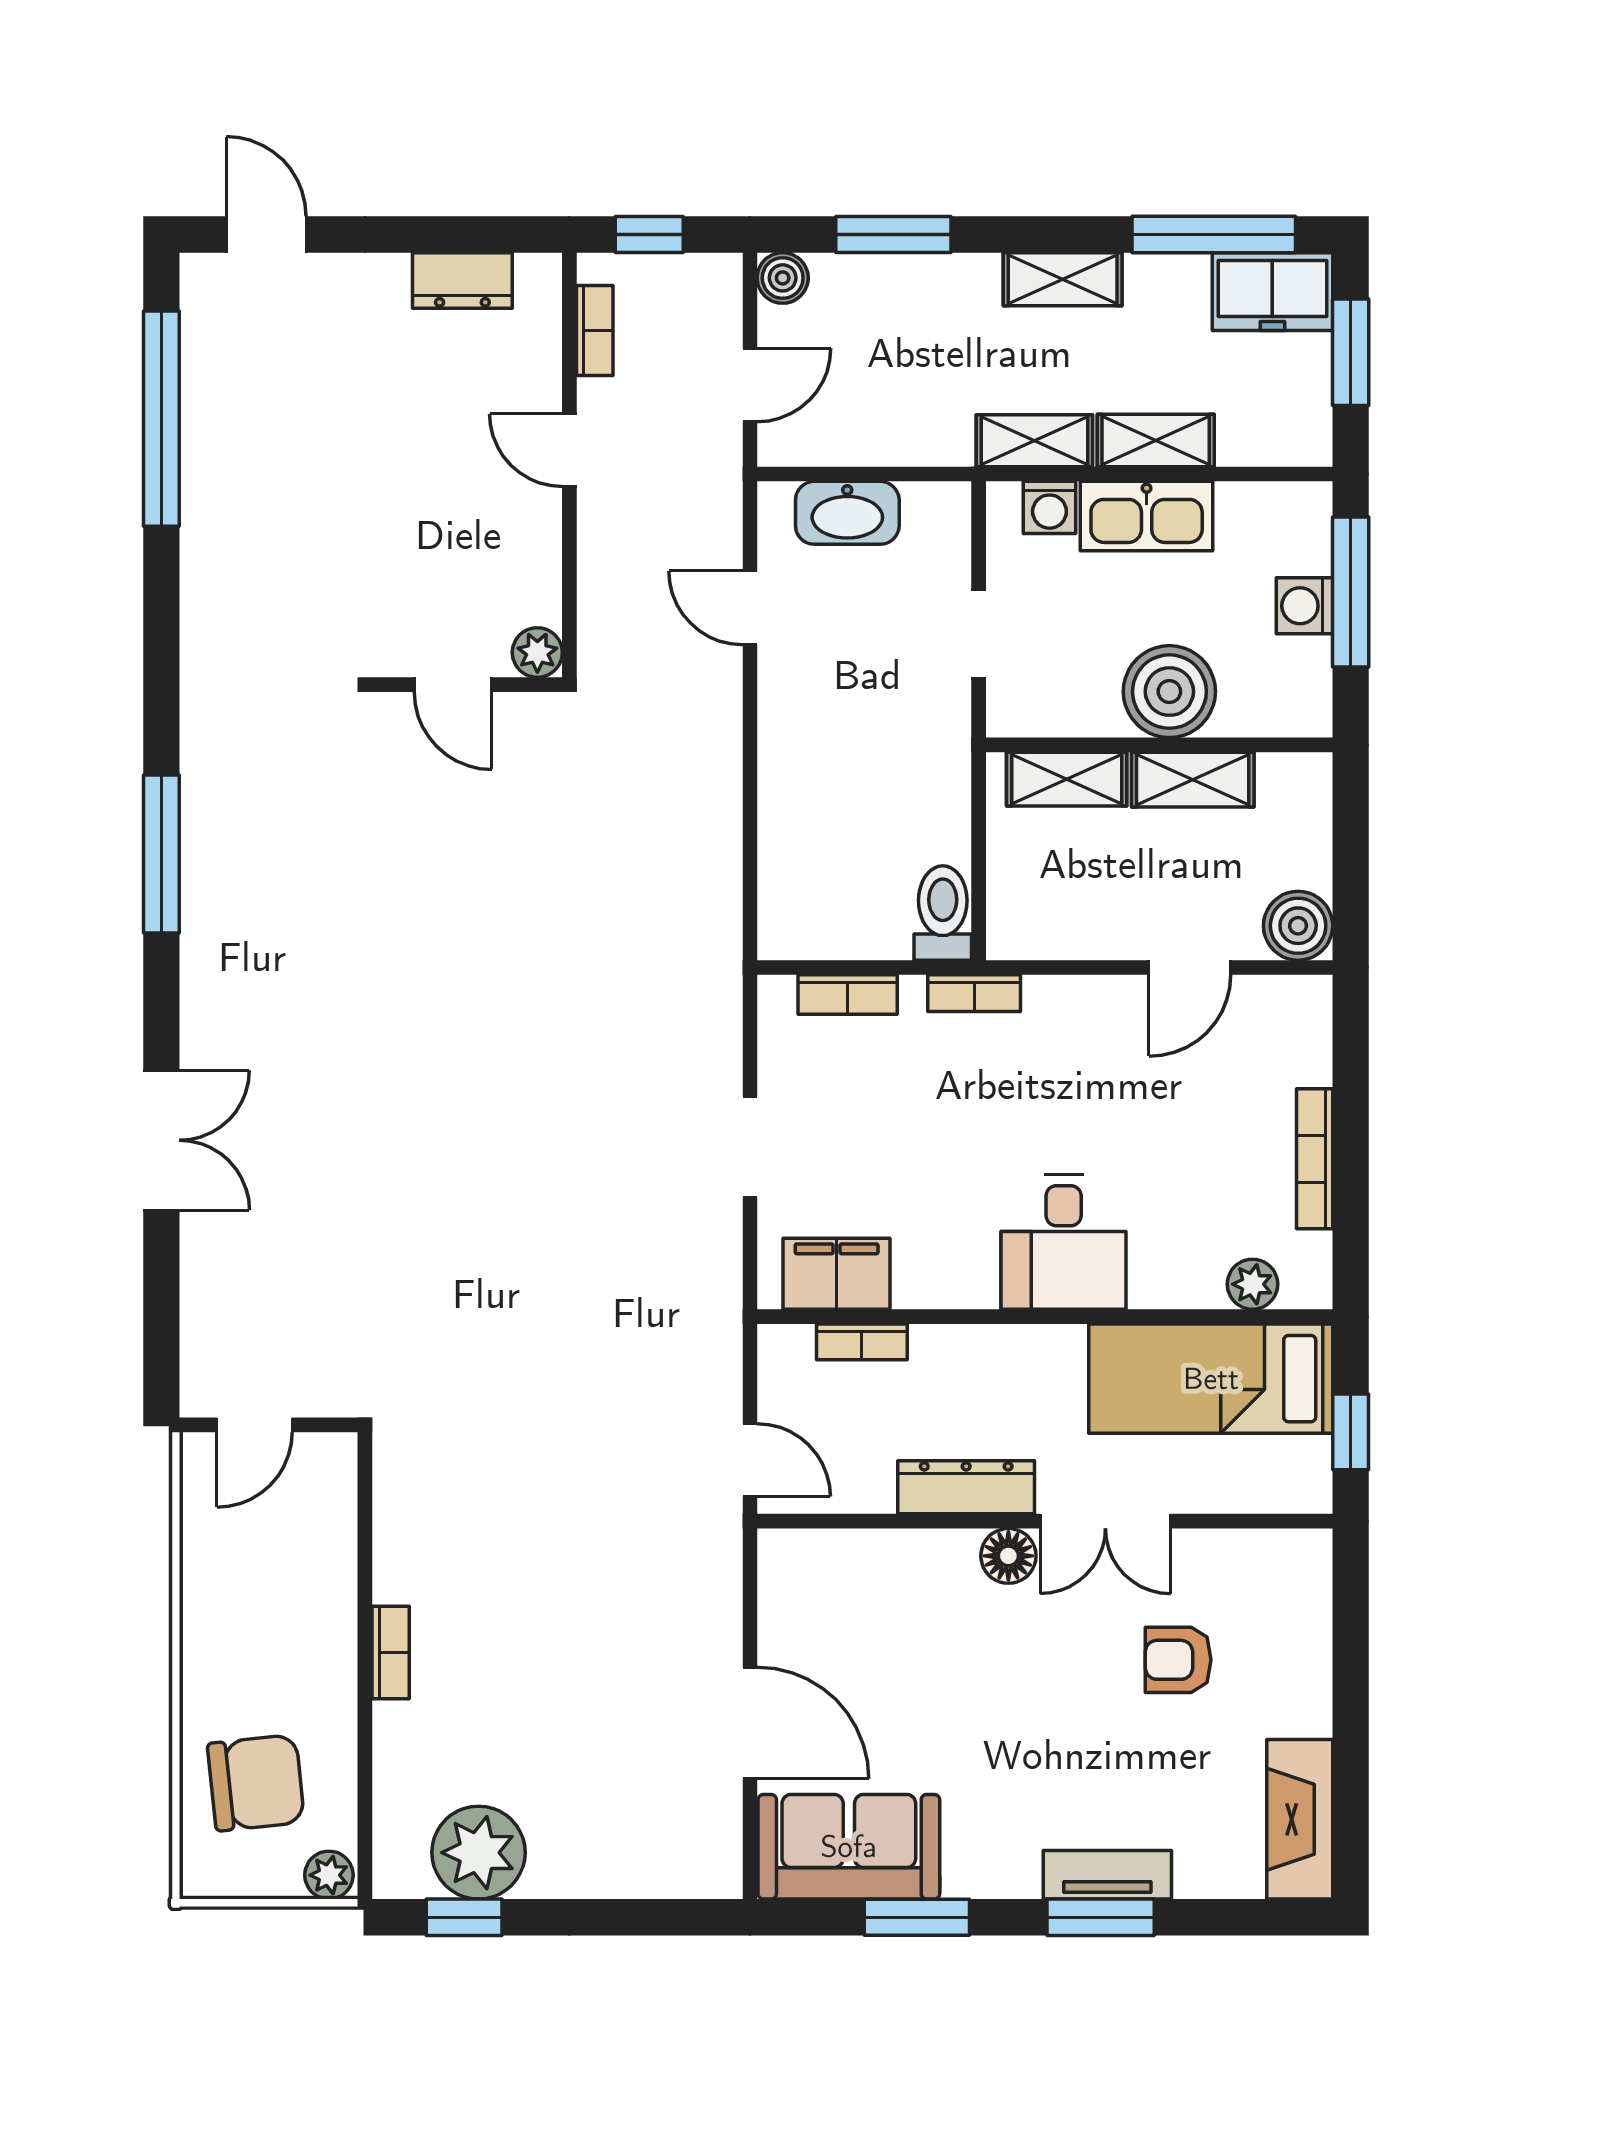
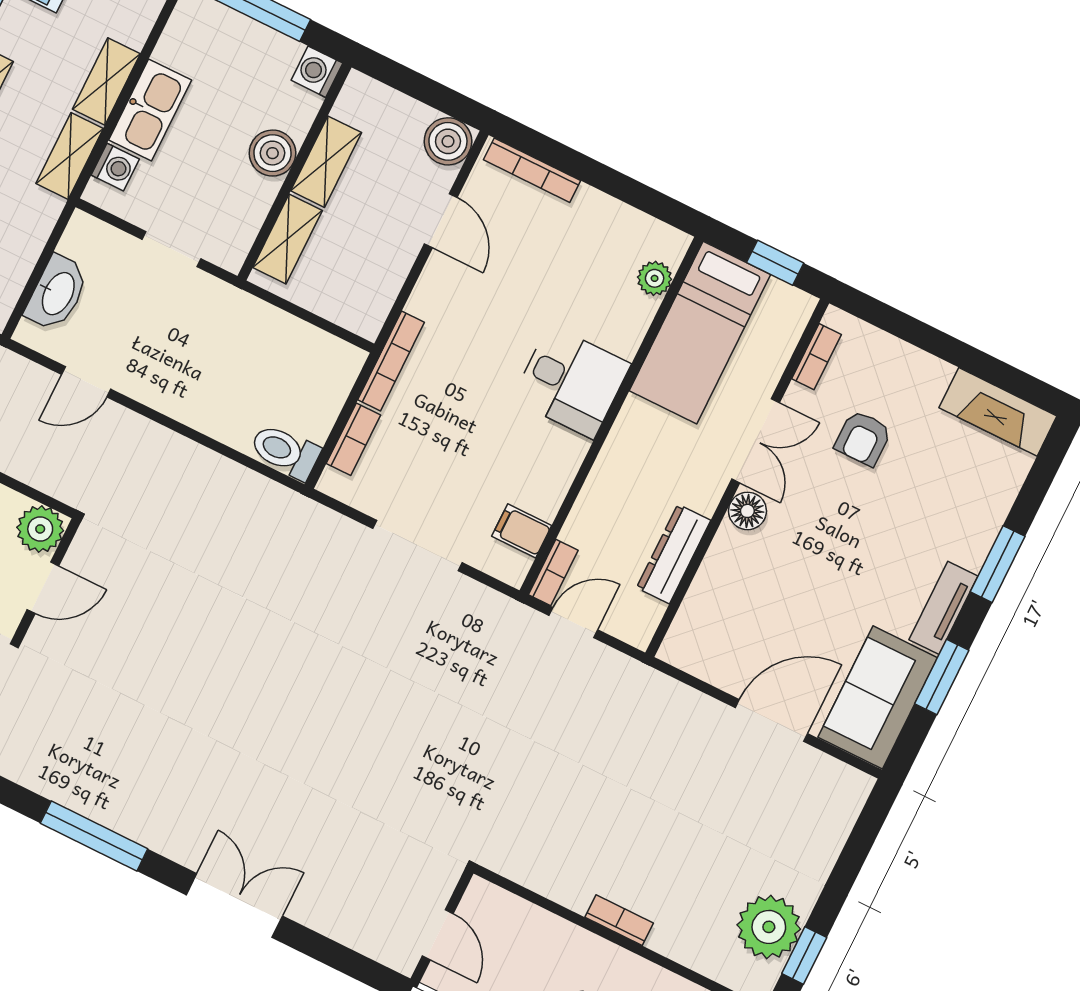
washing machine: (1304, 606) -> (317, 72), moved, turned 90
plant: (537, 652) -> (40, 529), width x1.38, depth x1.38
boiler: (1169, 692) -> (272, 153), width x0.73, depth x0.73
window: (161, 854) -> (94, 836), moved
toilet: (943, 913) -> (285, 451), moved
bookcase: (974, 993) -> (391, 361), width x1.56
doorway: (750, 1147) -> (417, 546), width x1.38
bookcase: (1315, 1159) -> (532, 170), moved
filing cabinet: (837, 1274) -> (522, 531), width x0.50
bookcase: (862, 1342) -> (553, 573), moved
door: (750, 1460) -> (573, 623), moved
dresser: (966, 1487) -> (674, 554), moved
bookcase: (1255, 1546) -> (816, 357), added
tv unit: (1107, 1875) -> (943, 608), moved

